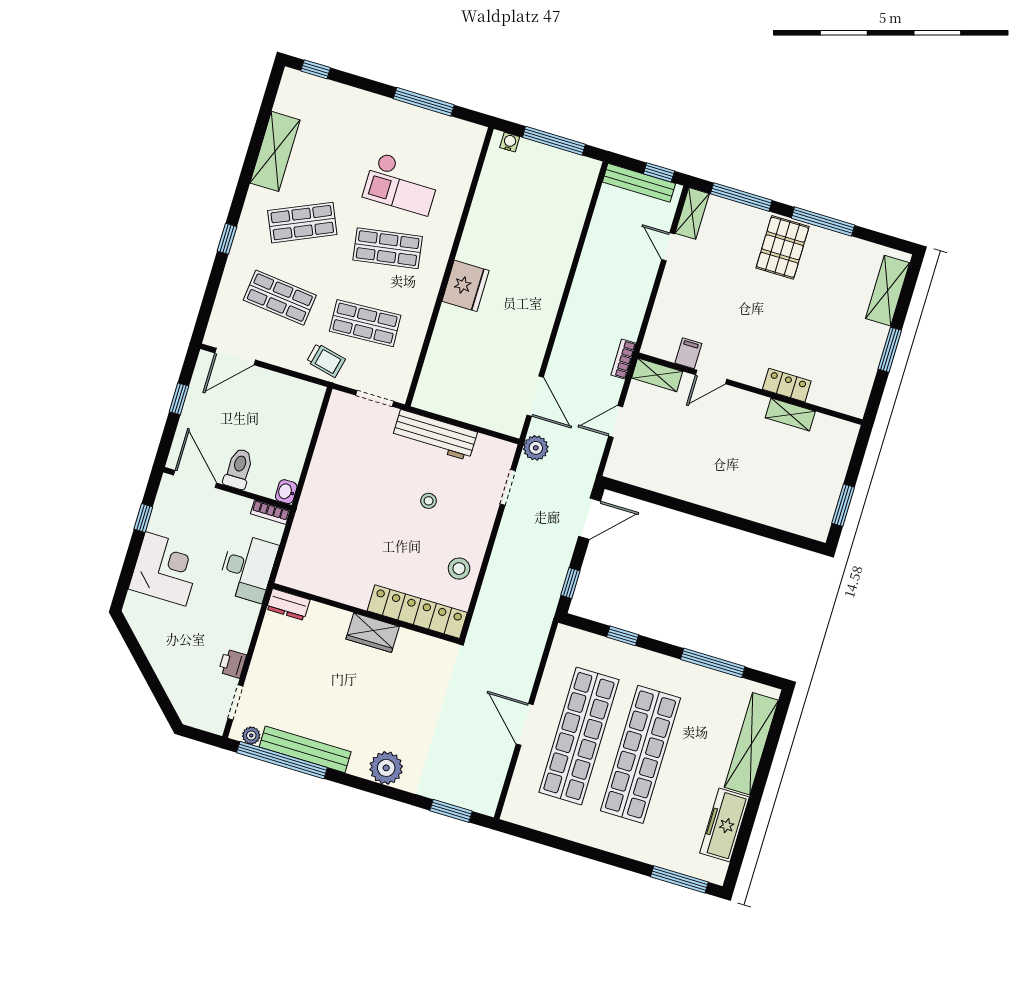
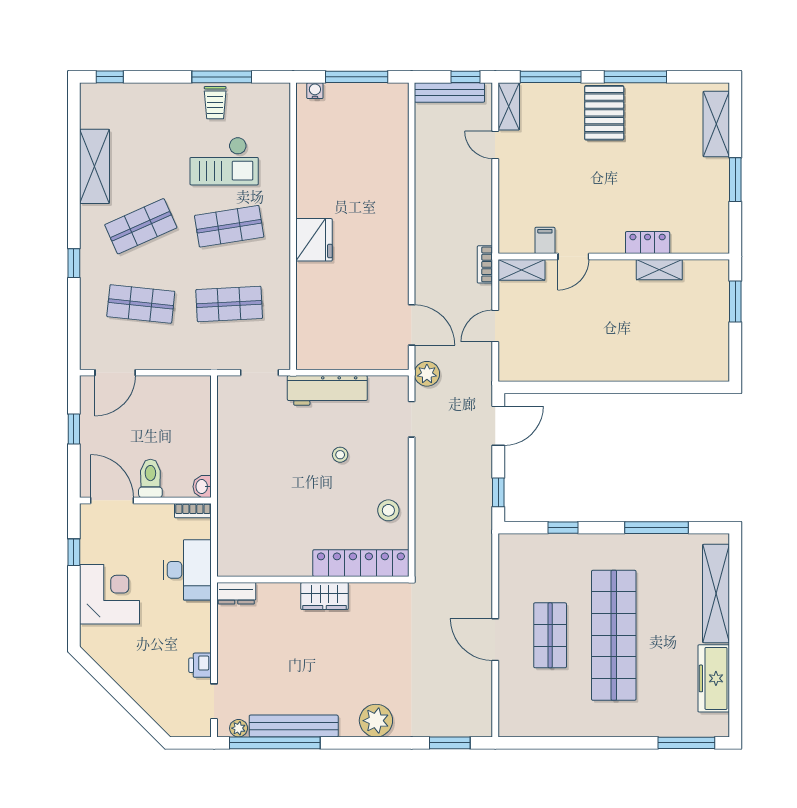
trolley: (326, 360) -> (215, 103), moved, turned 77
window: (843, 505) -> (735, 301), moved
shop shelf: (579, 736) -> (550, 635), width x0.50, depth x0.74

